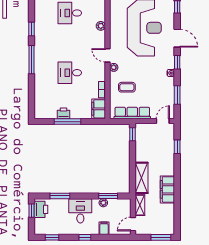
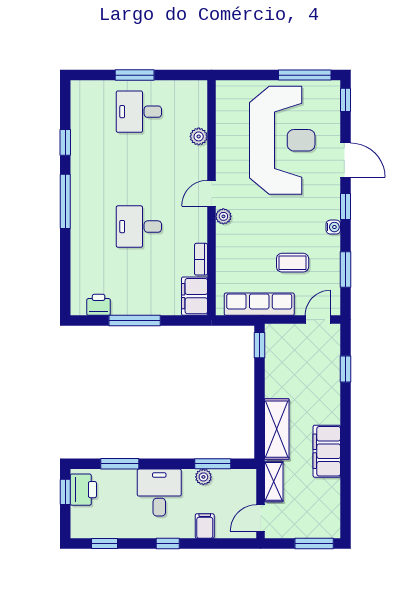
door: (107, 55) -> (211, 193), hinge flipped
coffee table: (127, 87) -> (293, 263), moved
printer: (64, 113) -> (99, 305), moved

